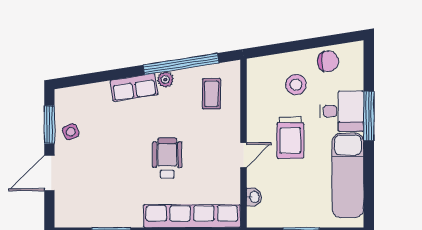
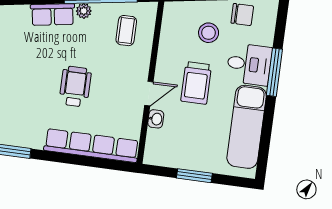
washbasin: (254, 197) -> (156, 119), moved

